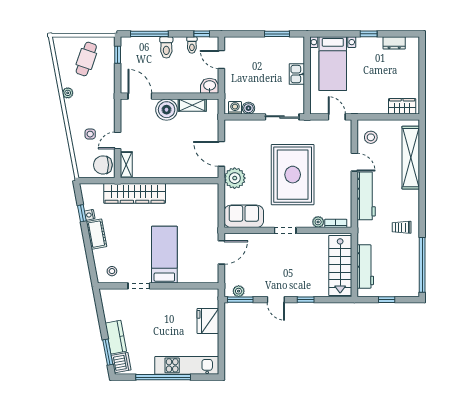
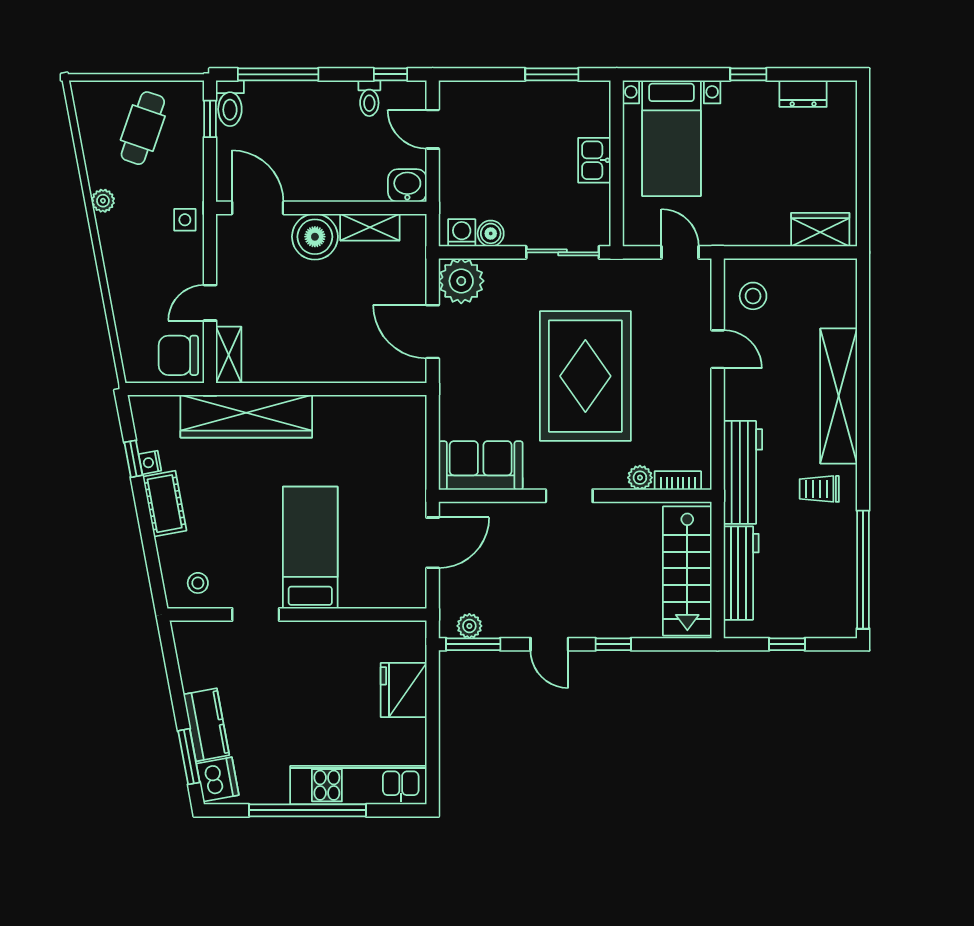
toilet: (166, 47) -> (230, 103), moved
side table: (90, 134) -> (185, 220), moved
shelving: (411, 158) -> (839, 396), moved
plant: (235, 178) -> (461, 281), moved
workbench: (366, 196) -> (743, 472), moved

